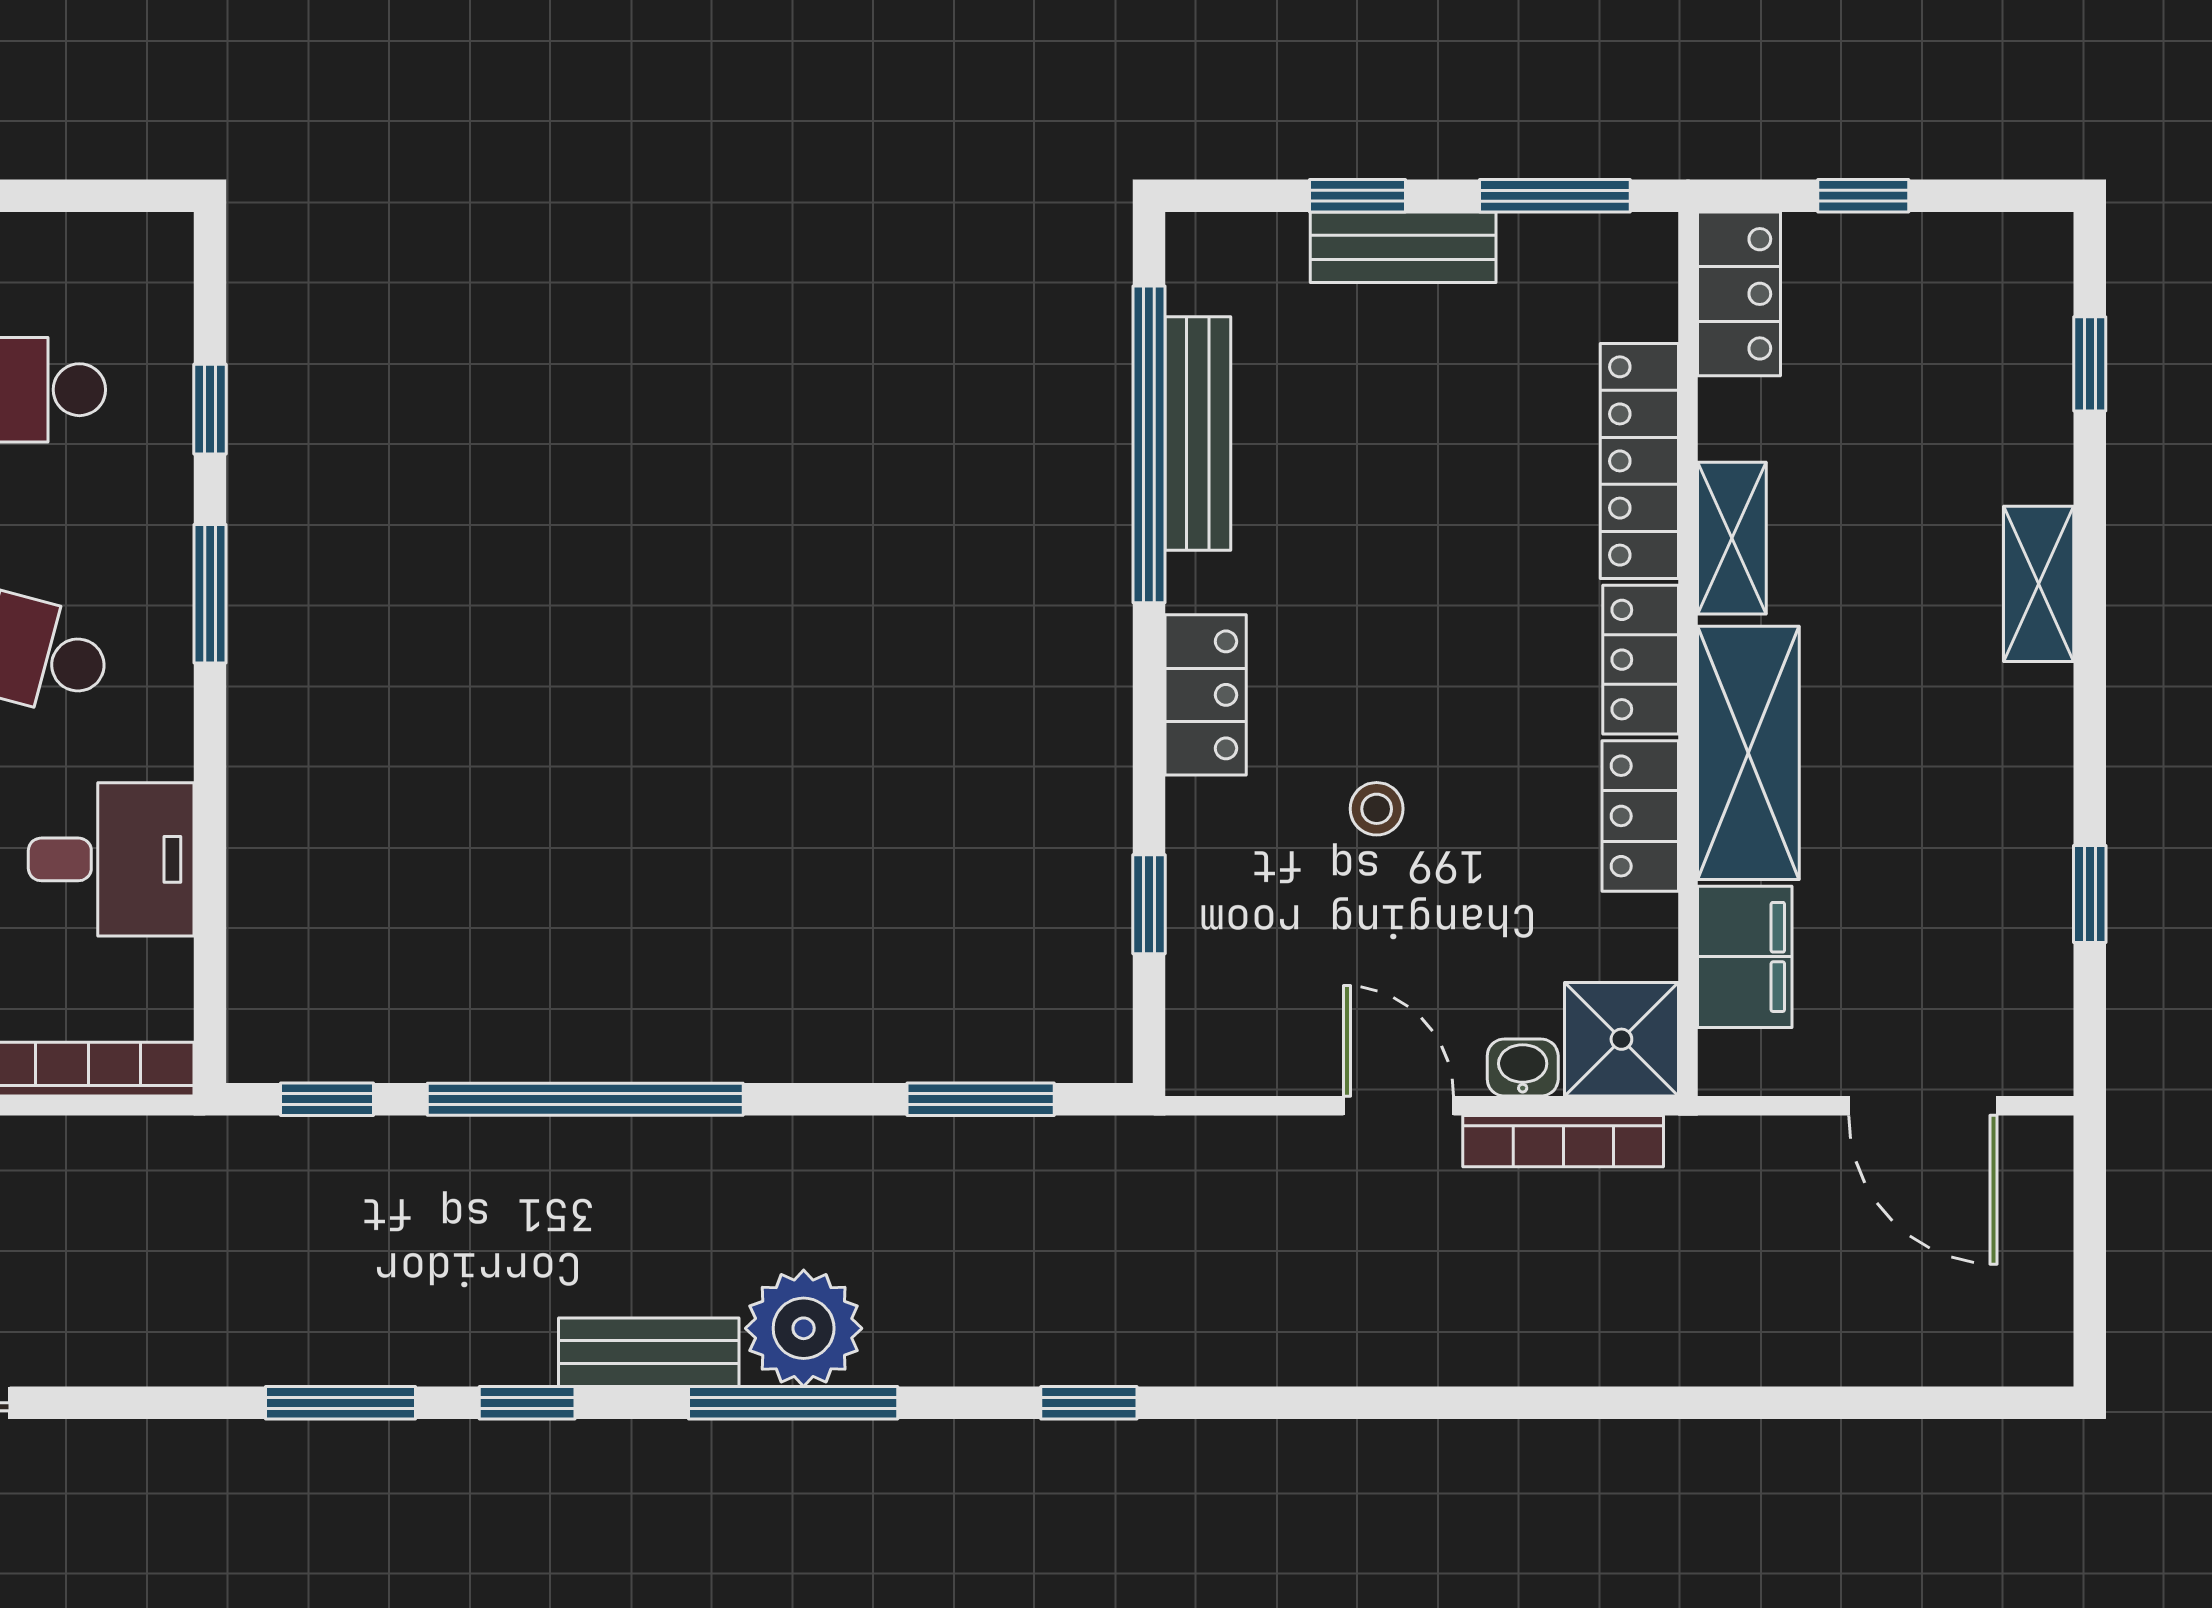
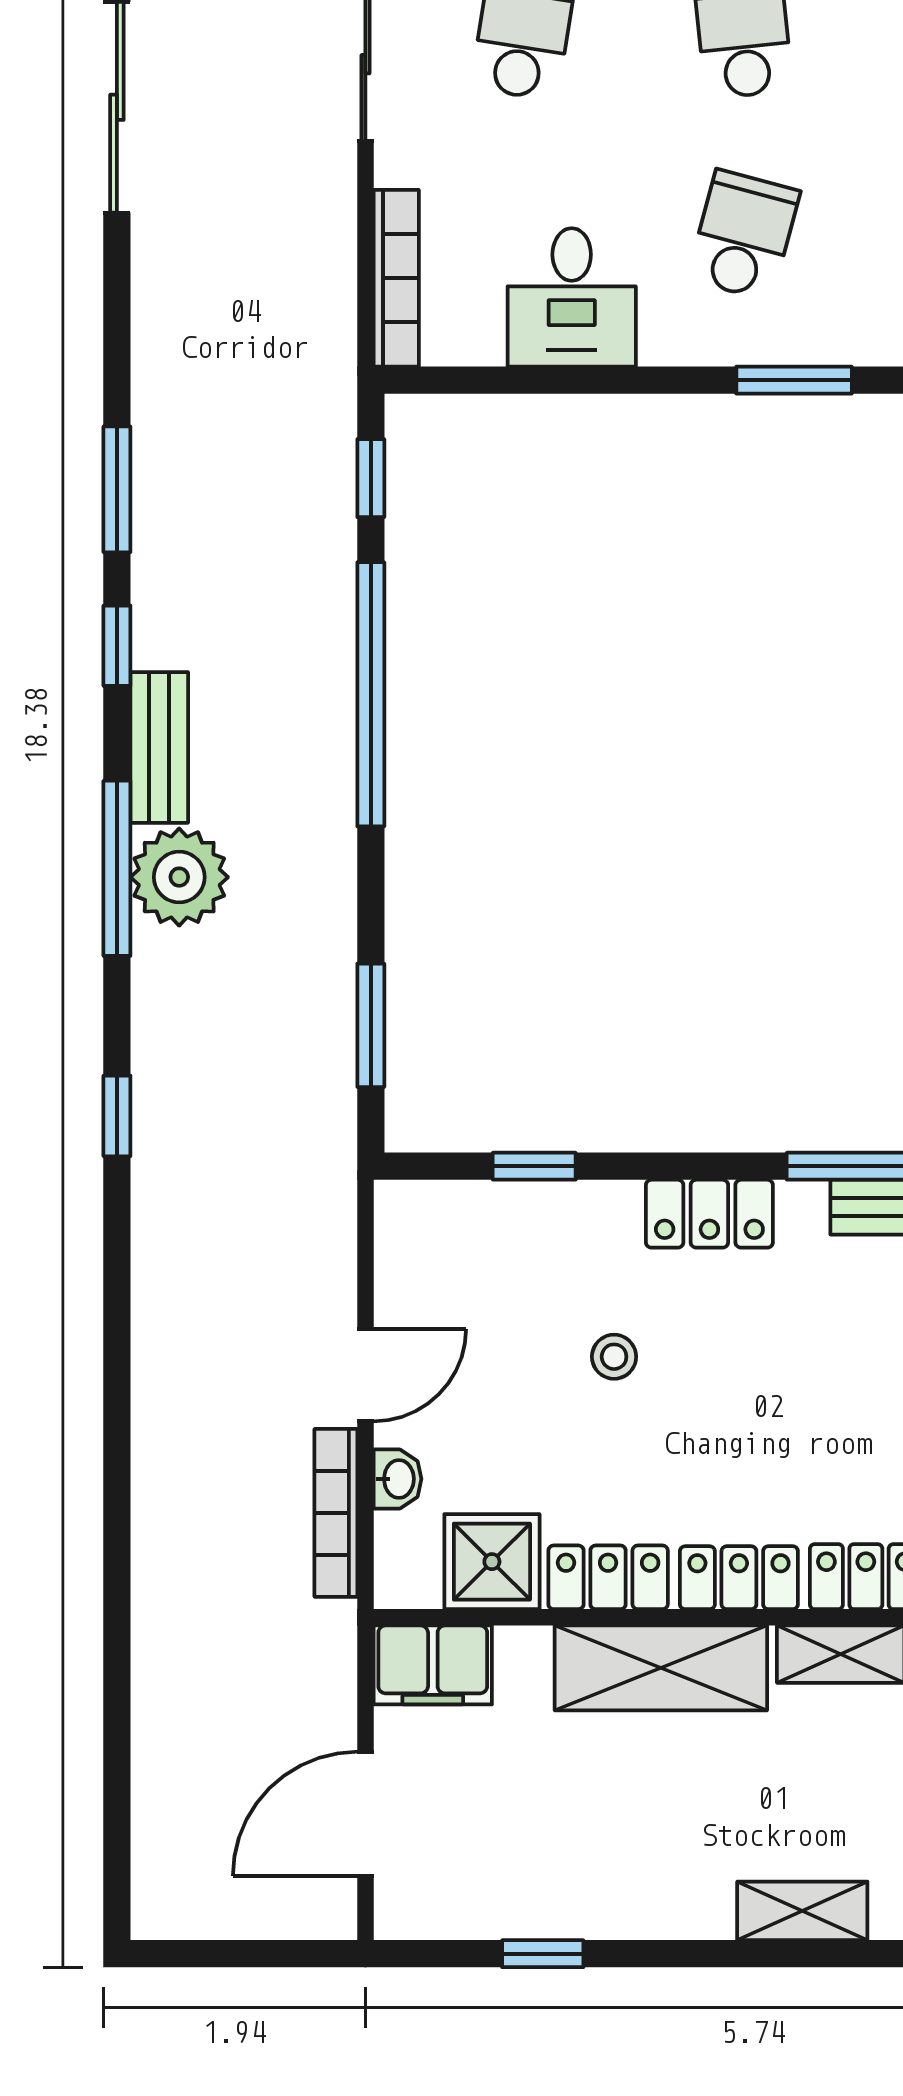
filing cabinet: (1745, 957) -> (433, 1665), moved
shower: (1621, 1039) -> (492, 1562), moved

